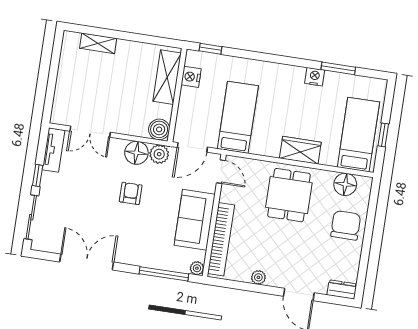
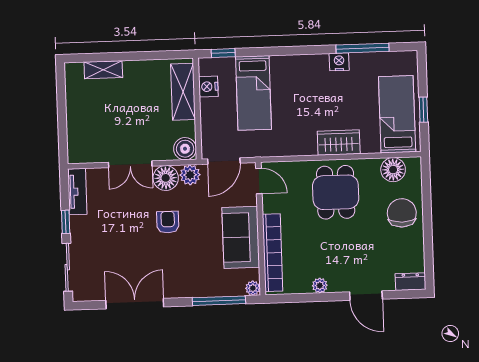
window: (338, 68) -> (363, 48), width x1.44
bed: (238, 117) -> (253, 93), moved, turned 180
double door: (90, 132) -> (130, 164), moved

